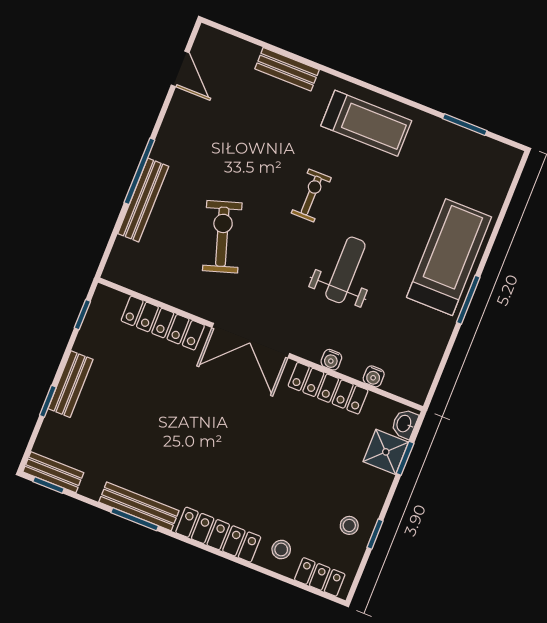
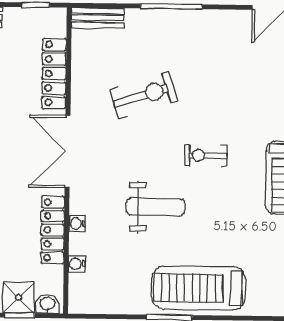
exercise bike: (311, 195) -> (206, 155), turned 180
bench: (143, 200) -> (98, 18), moved, width x0.73
treadmill: (449, 257) -> (199, 288), turned 180

